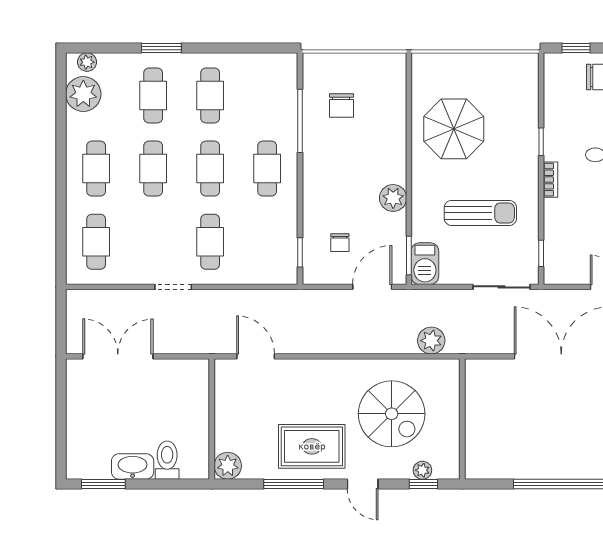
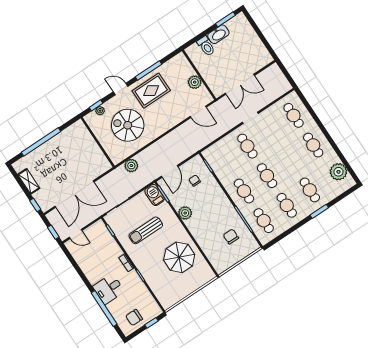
plant: (87, 62) -> (346, 186), removed
cafe table: (153, 169) -> (264, 221), moved
double door: (118, 356) -> (240, 84), moved
plant: (228, 466) -> (195, 82), moved

